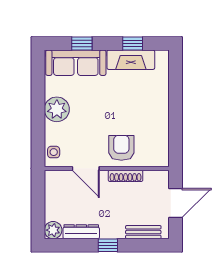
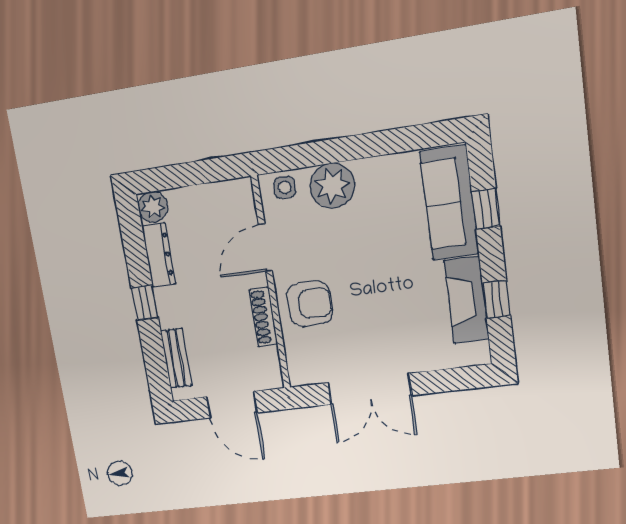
plant: (57, 109) -> (332, 186), moved
double door: (176, 120) -> (370, 389), added

